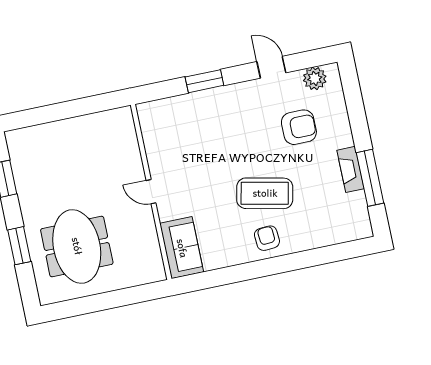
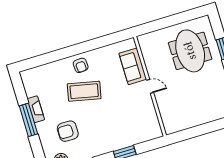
window: (370, 178) -> (28, 120), moved
sofa: (182, 248) -> (133, 66), moved

